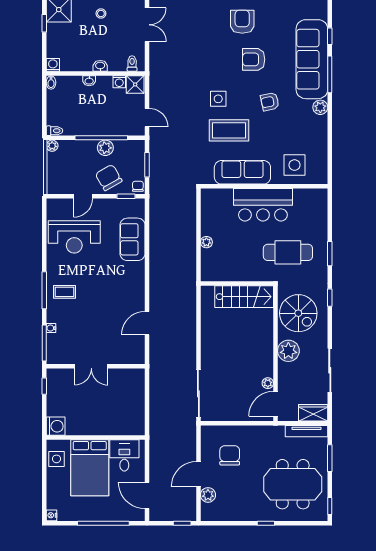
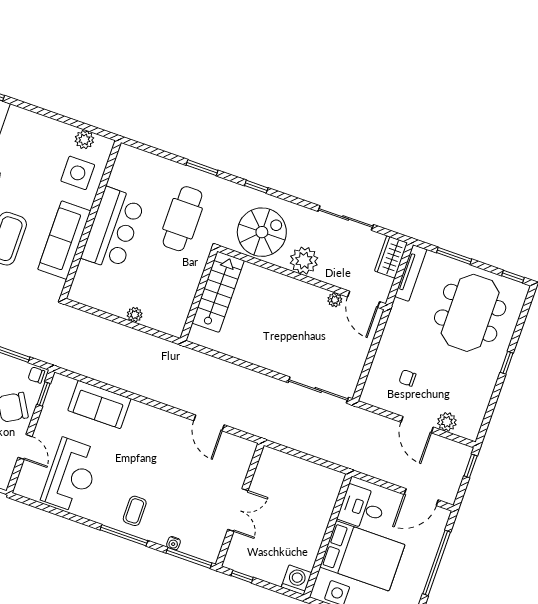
plant: (320, 107) -> (84, 140), moved
chair: (230, 455) -> (407, 378), width x0.54, depth x0.54

